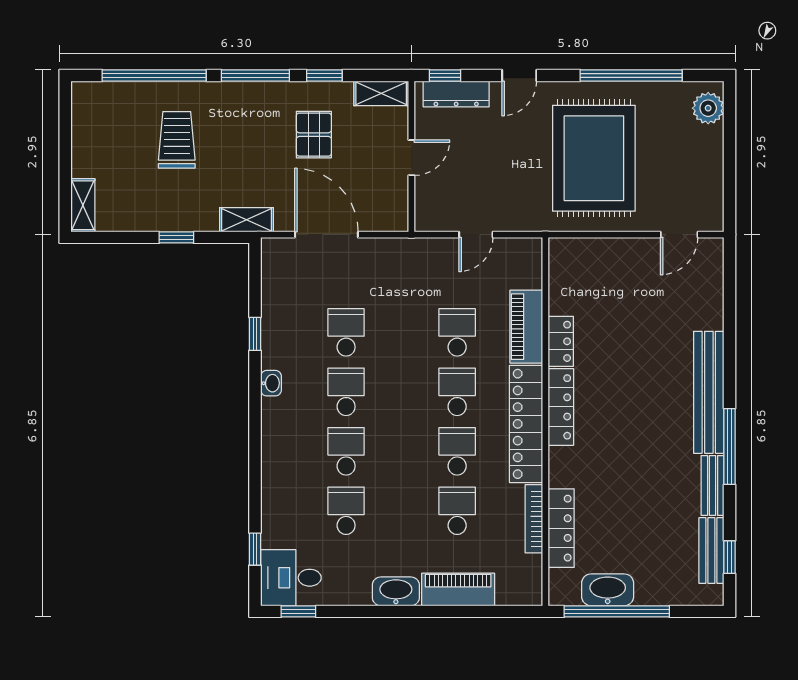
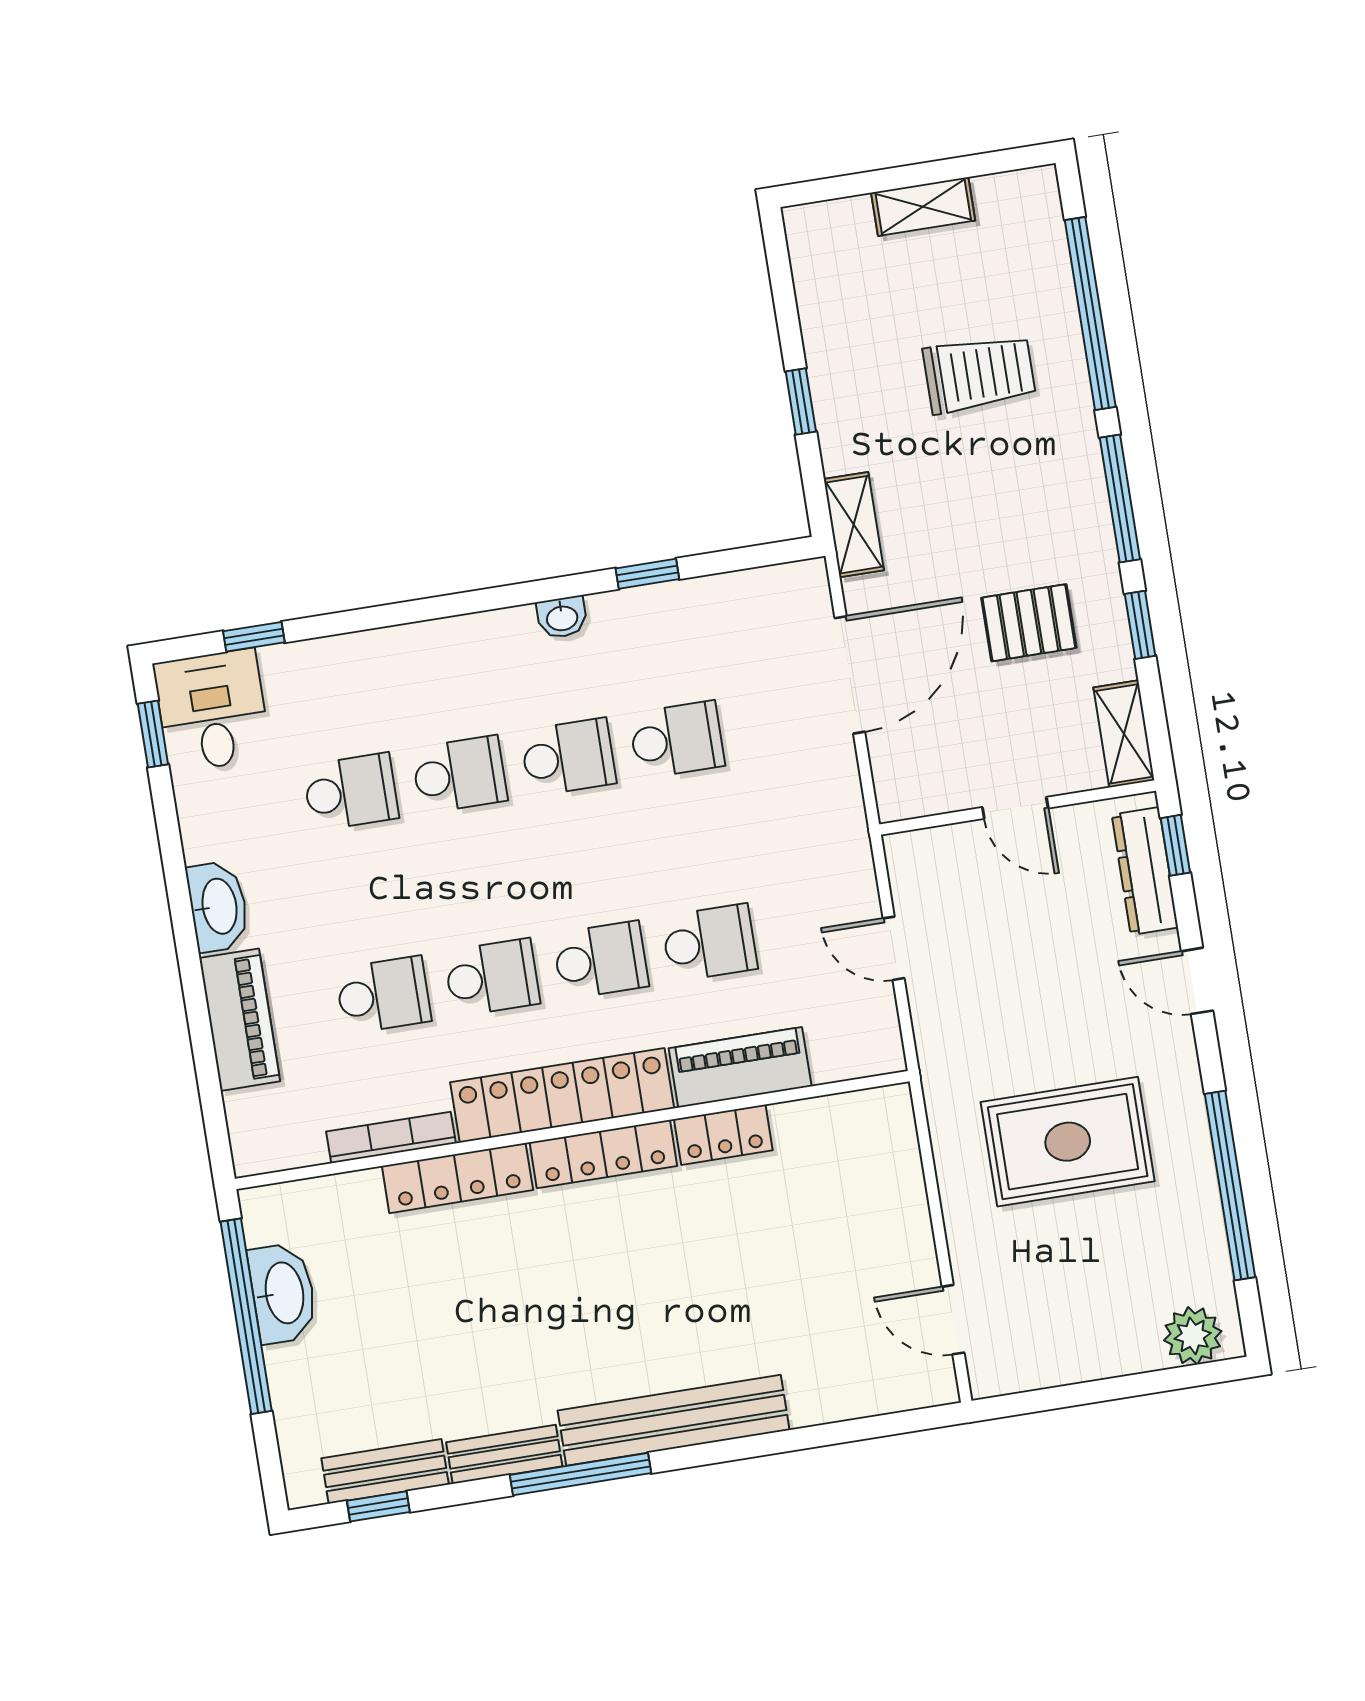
rug: (594, 158) -> (1068, 1142), width x0.73, depth x0.69
shelving: (83, 205) -> (923, 207), moved
locker: (561, 528) -> (457, 1178), moved

